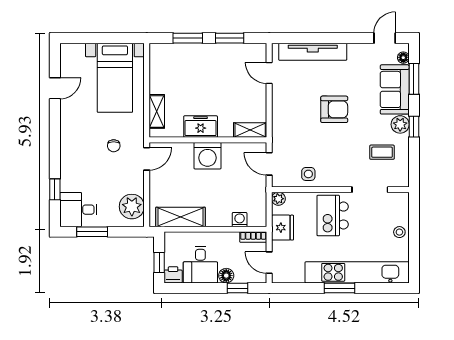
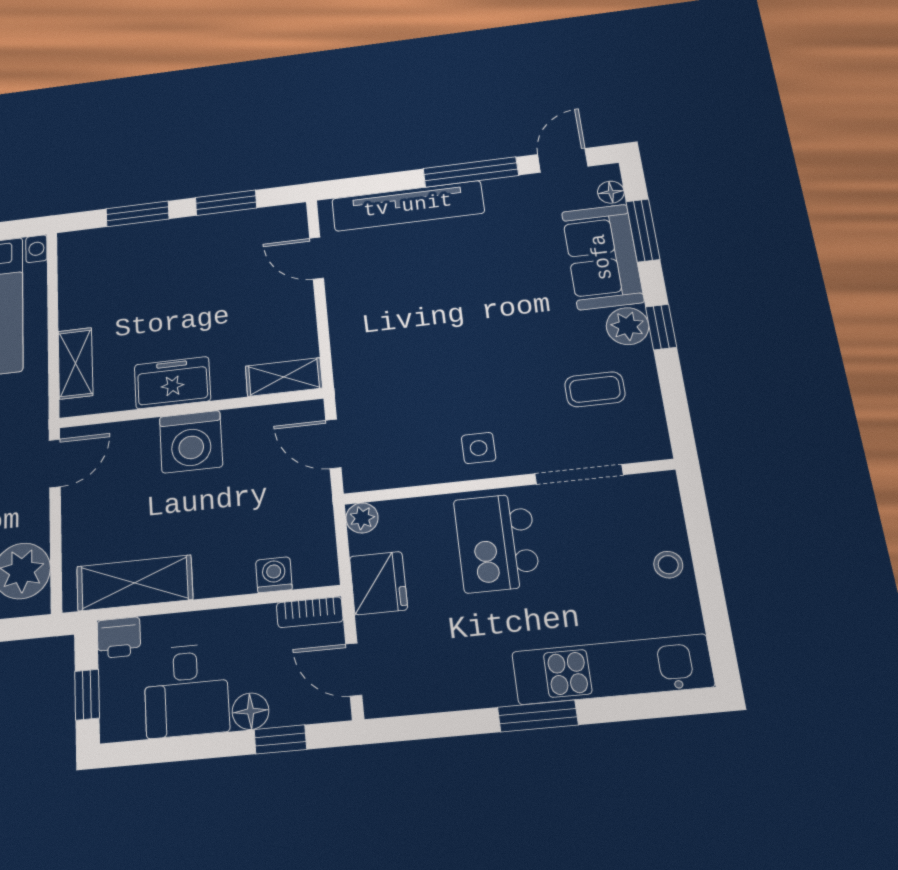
window: (343, 38) -> (471, 172), added
armchair: (334, 109) -> (470, 313), removed
side table: (308, 174) -> (479, 448), moved
kitchen unit: (357, 272) -> (612, 669), width x0.73
printer: (173, 275) -> (119, 638), moved, turned 180

